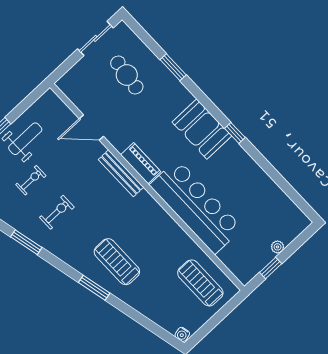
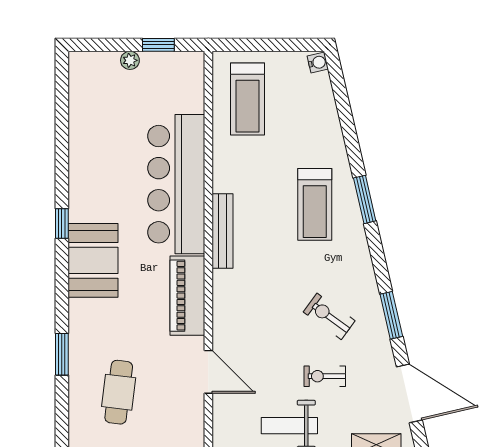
piano: (141, 163) -> (187, 296), width x1.37, depth x1.33
bench: (121, 173) -> (223, 231), moved
exercise bike: (57, 212) -> (329, 316), turned 36

